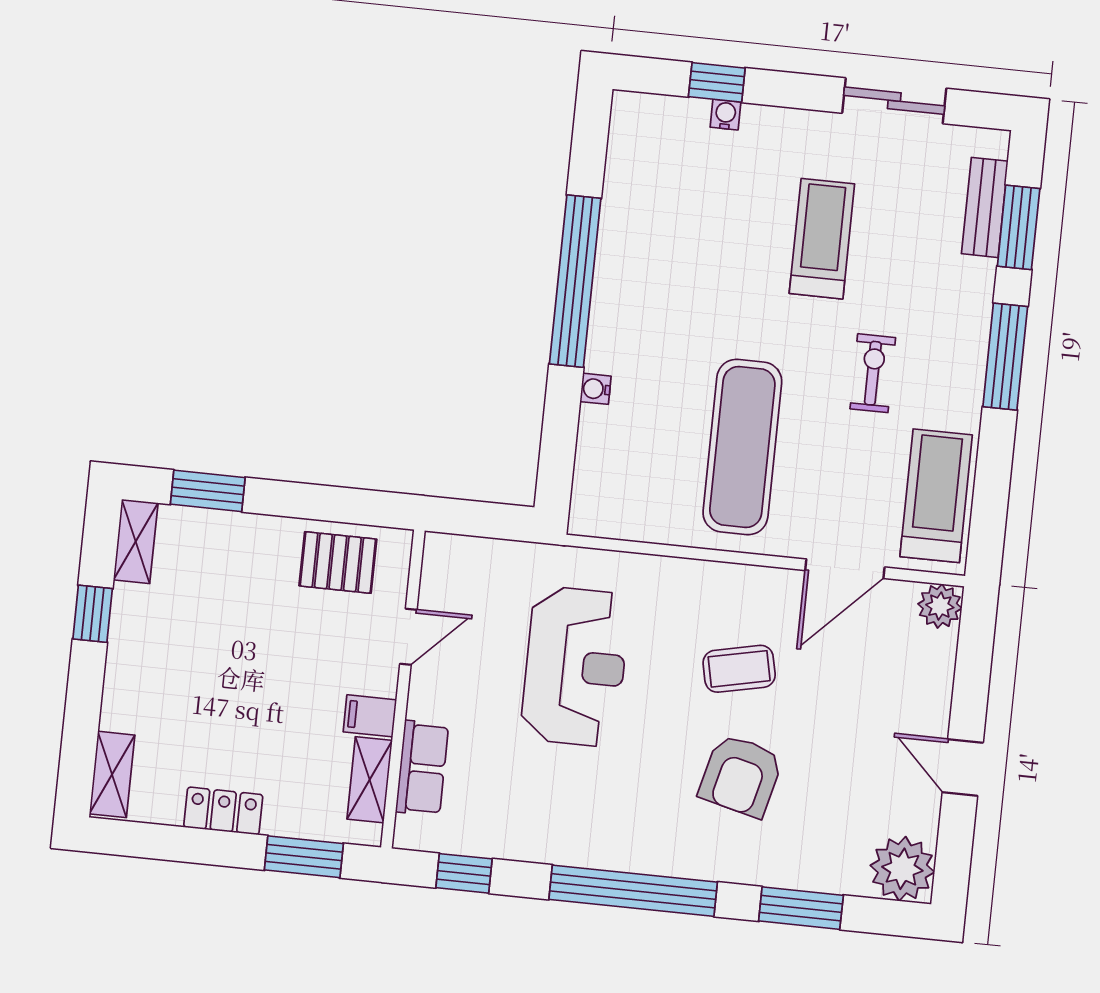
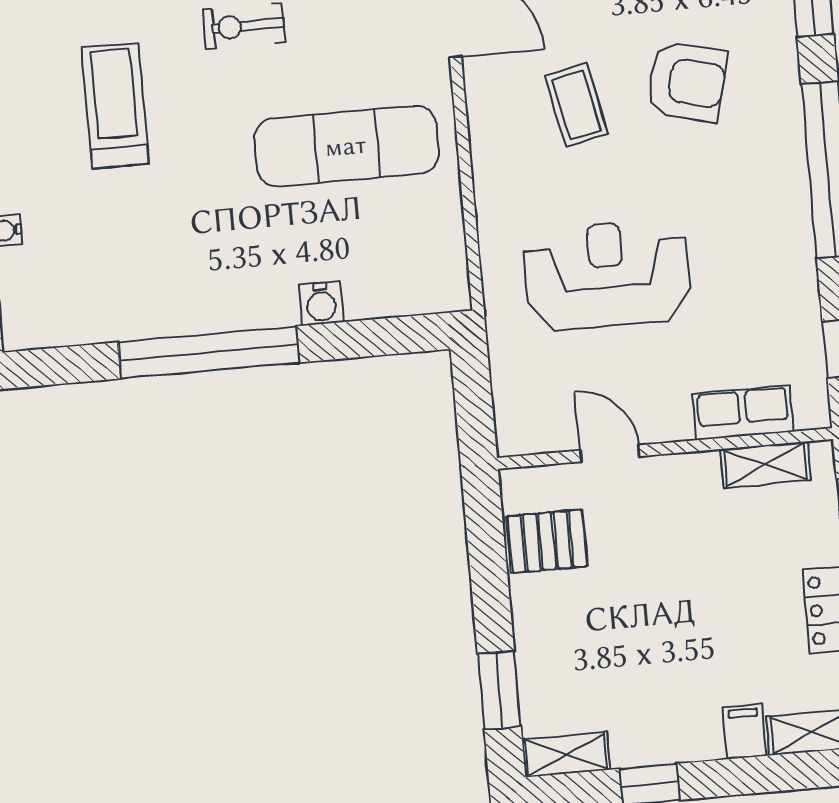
treadmill: (822, 239) -> (115, 106), turned 90
water cooler: (596, 389) -> (321, 303), width x1.38, depth x1.38
pallet: (338, 562) -> (547, 541), turned 90
filing cabinet: (370, 716) -> (744, 731), moved, turned 180

